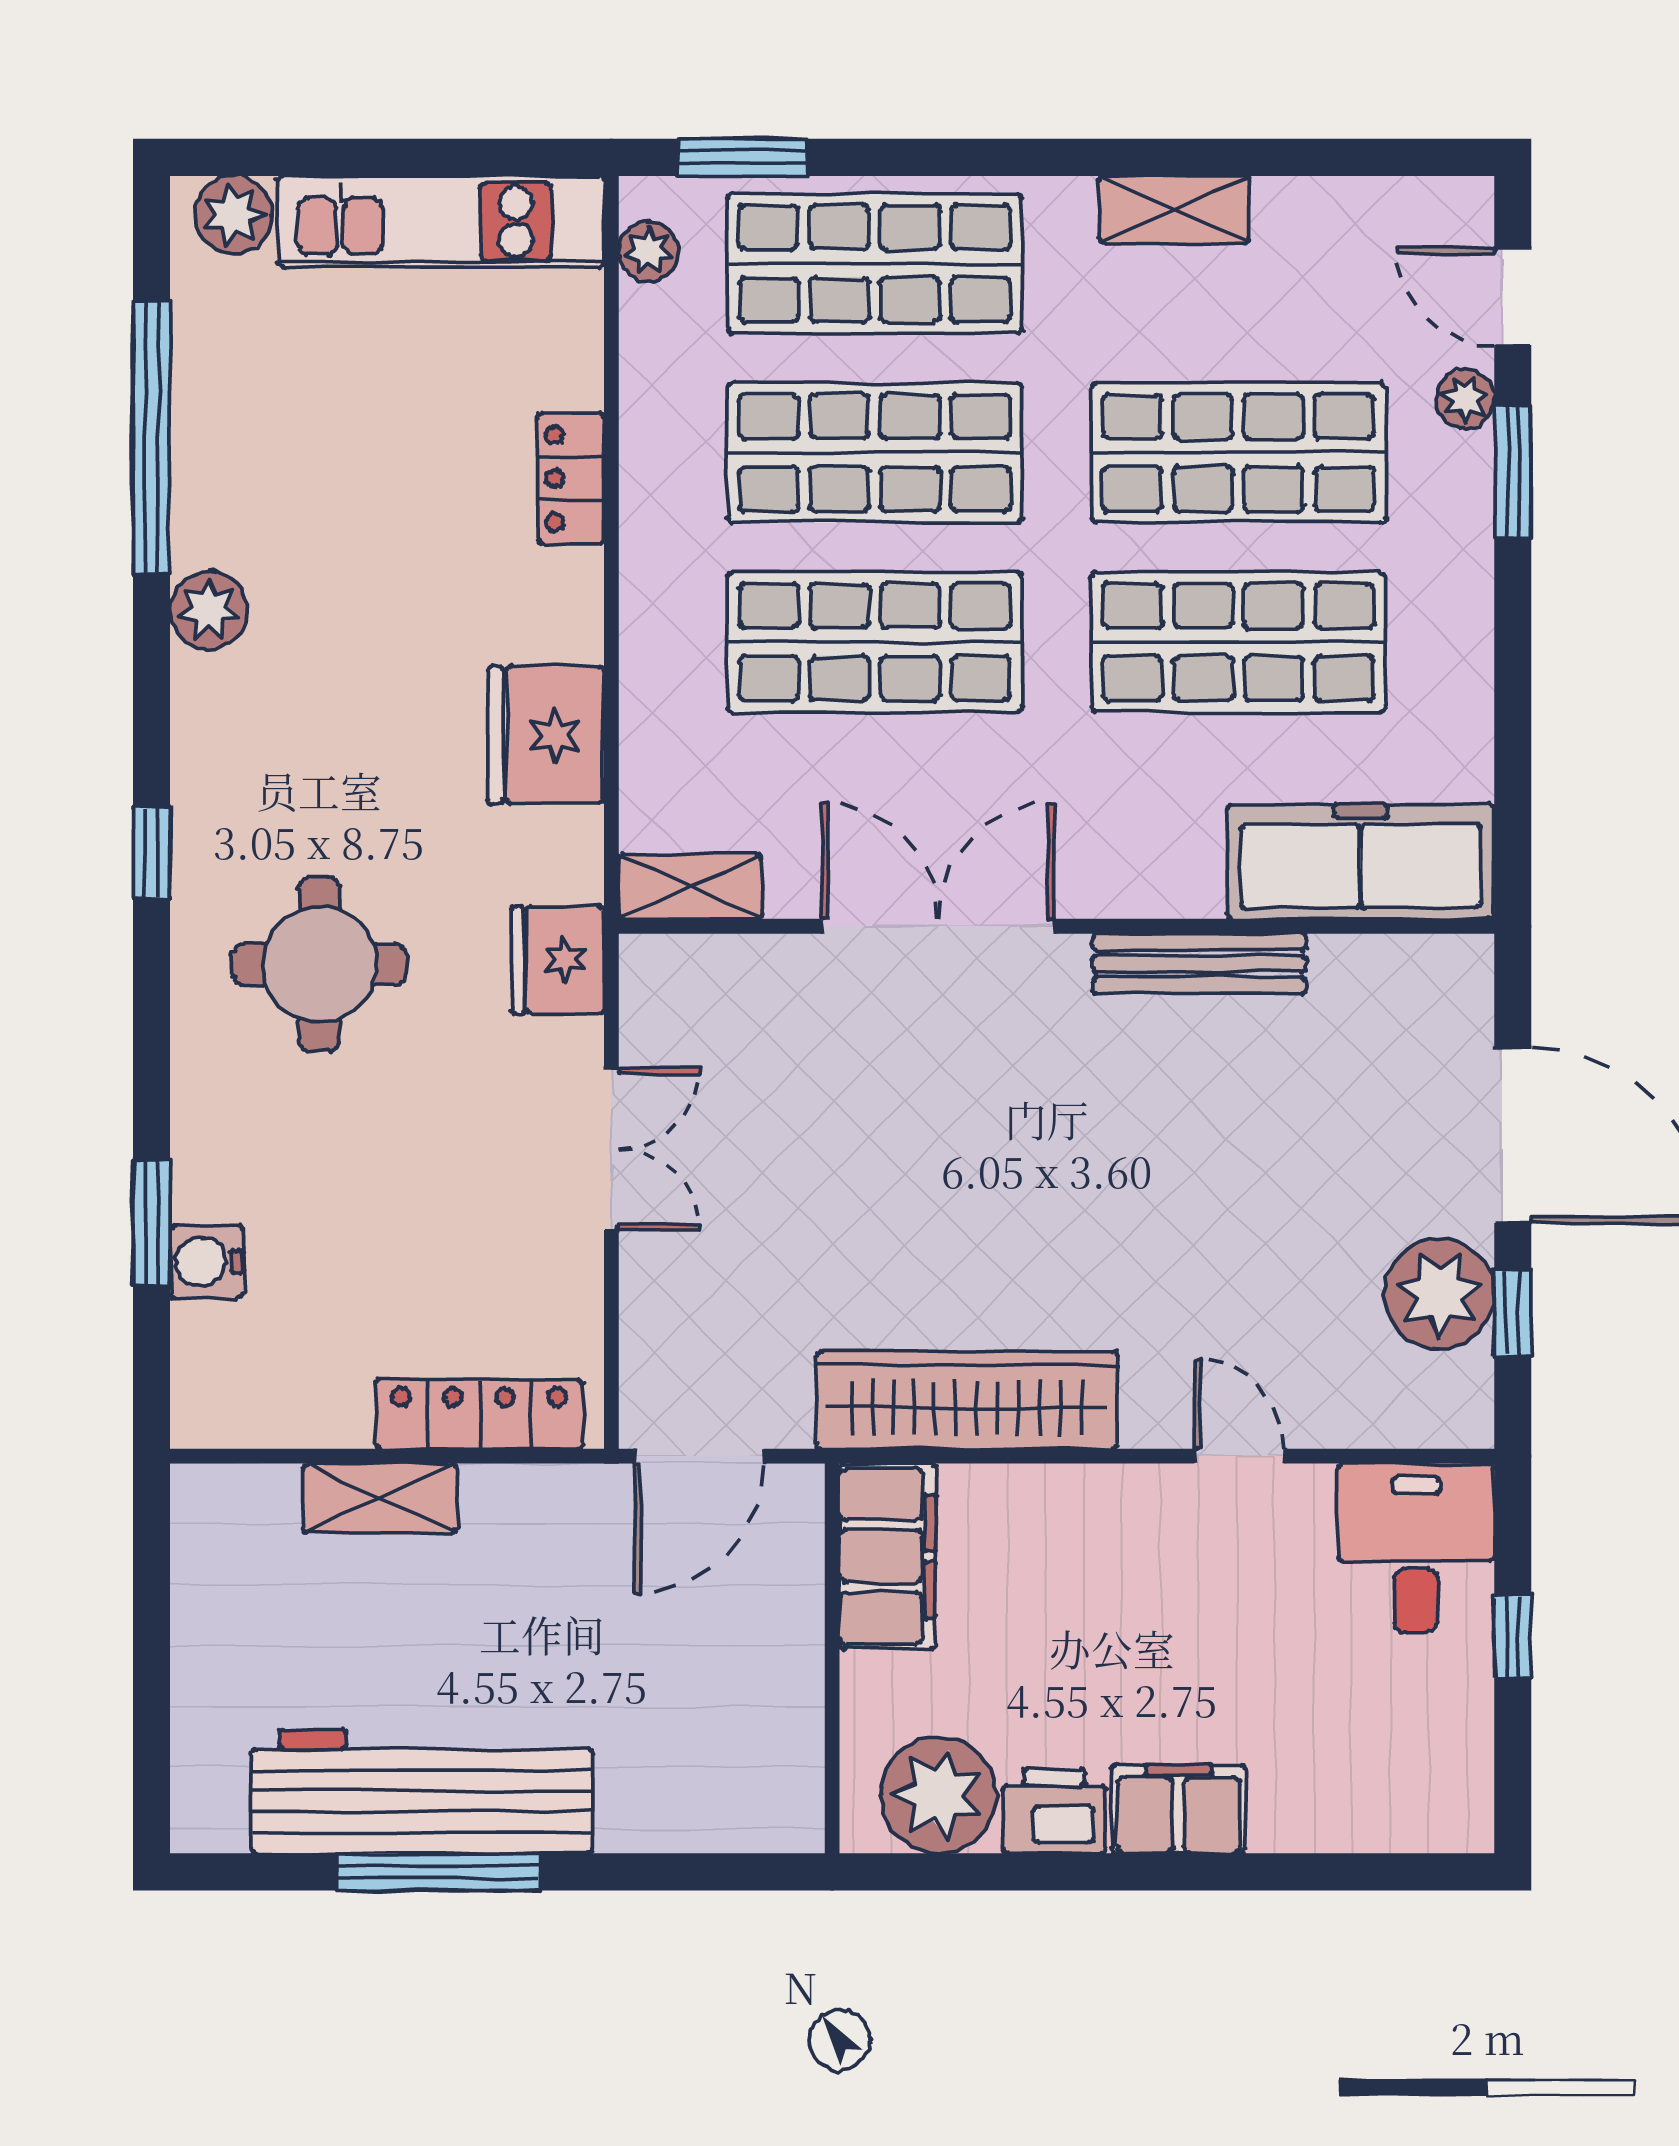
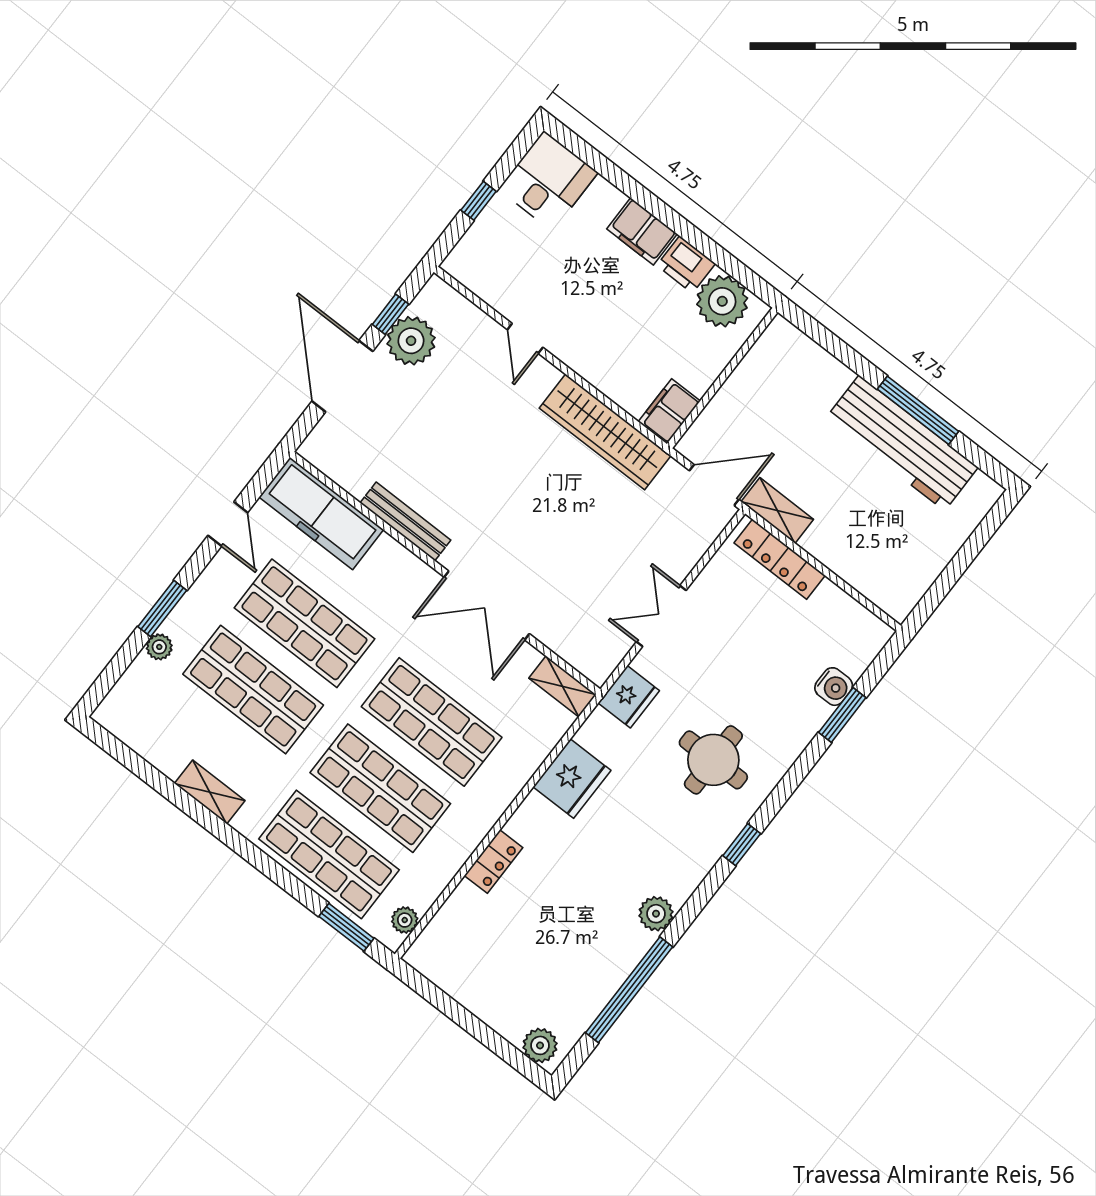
kitchen unit: (441, 222) -> (469, 987), removed
door: (1513, 296) -> (228, 524), moved
shelving: (380, 1498) -> (777, 510), moved
desk: (1416, 1548) -> (548, 181), moved, turned 180
filing cabinet: (888, 1556) -> (669, 411), width x0.67, depth x0.86

